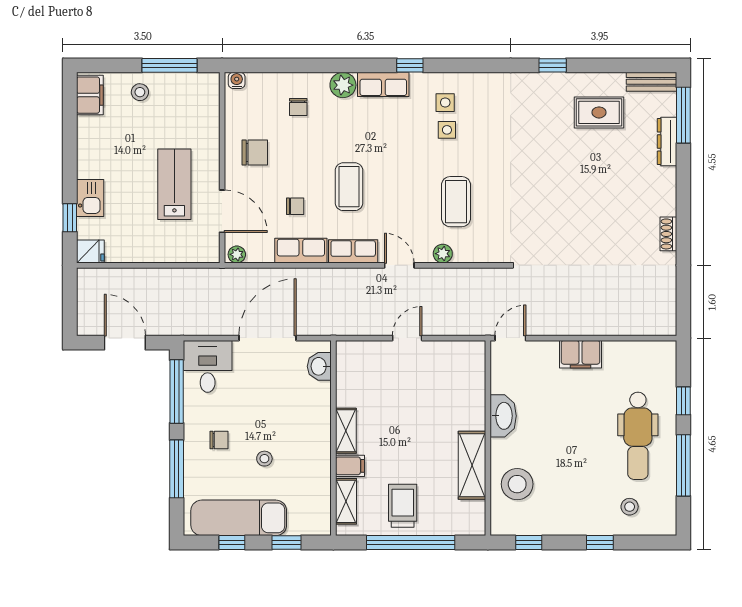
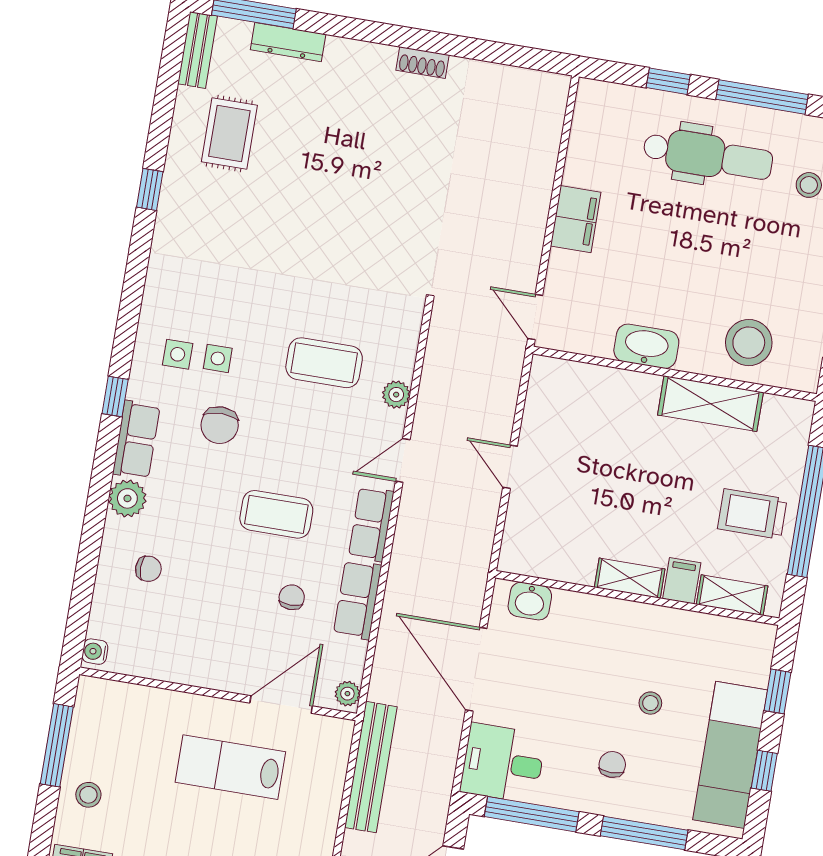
chair: (255, 152) -> (220, 425), moved, turned 180
bench: (190, 278) -> (371, 767), added

